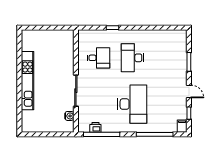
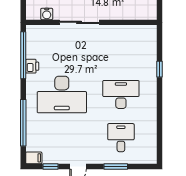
desk: (98, 58) -> (121, 138), moved, turned 180
printer: (95, 127) -> (32, 66), moved

